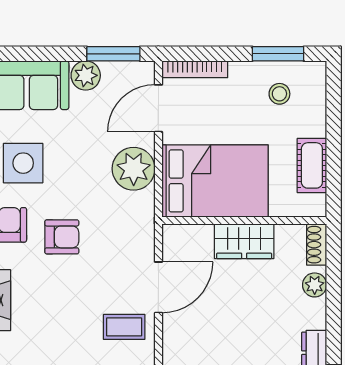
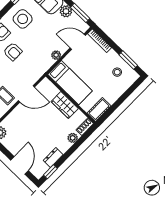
cot: (312, 165) -> (99, 110), moved
plant: (134, 169) -> (56, 55), width x0.53, depth x0.53
bed: (215, 181) -> (70, 83), width x0.67

